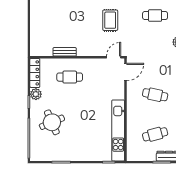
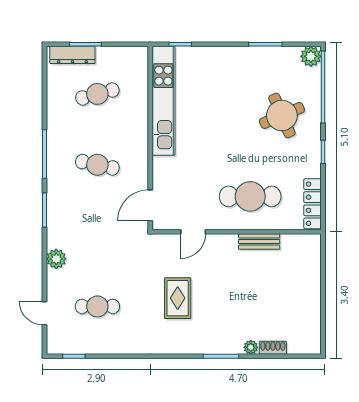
door: (114, 57) -> (193, 232), moved
cafe table: (70, 77) -> (250, 196), width x1.37, depth x1.35
plant: (36, 94) -> (311, 56), moved

